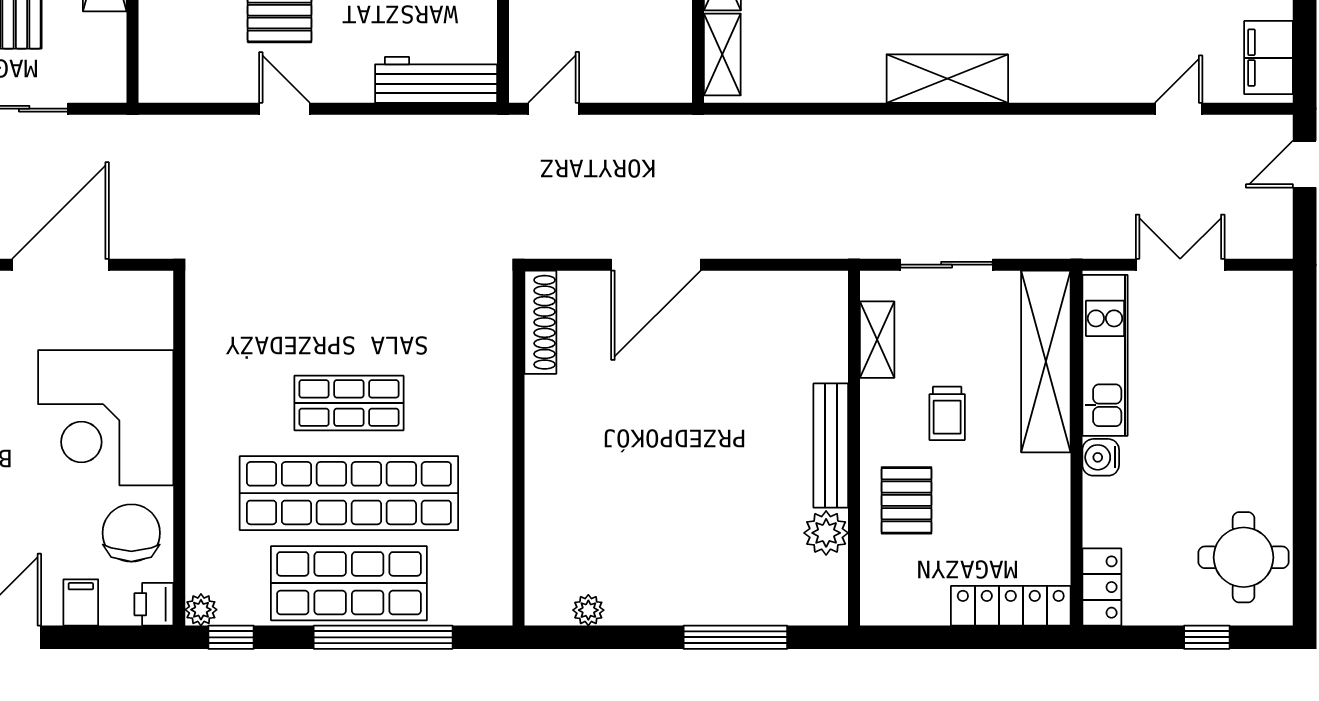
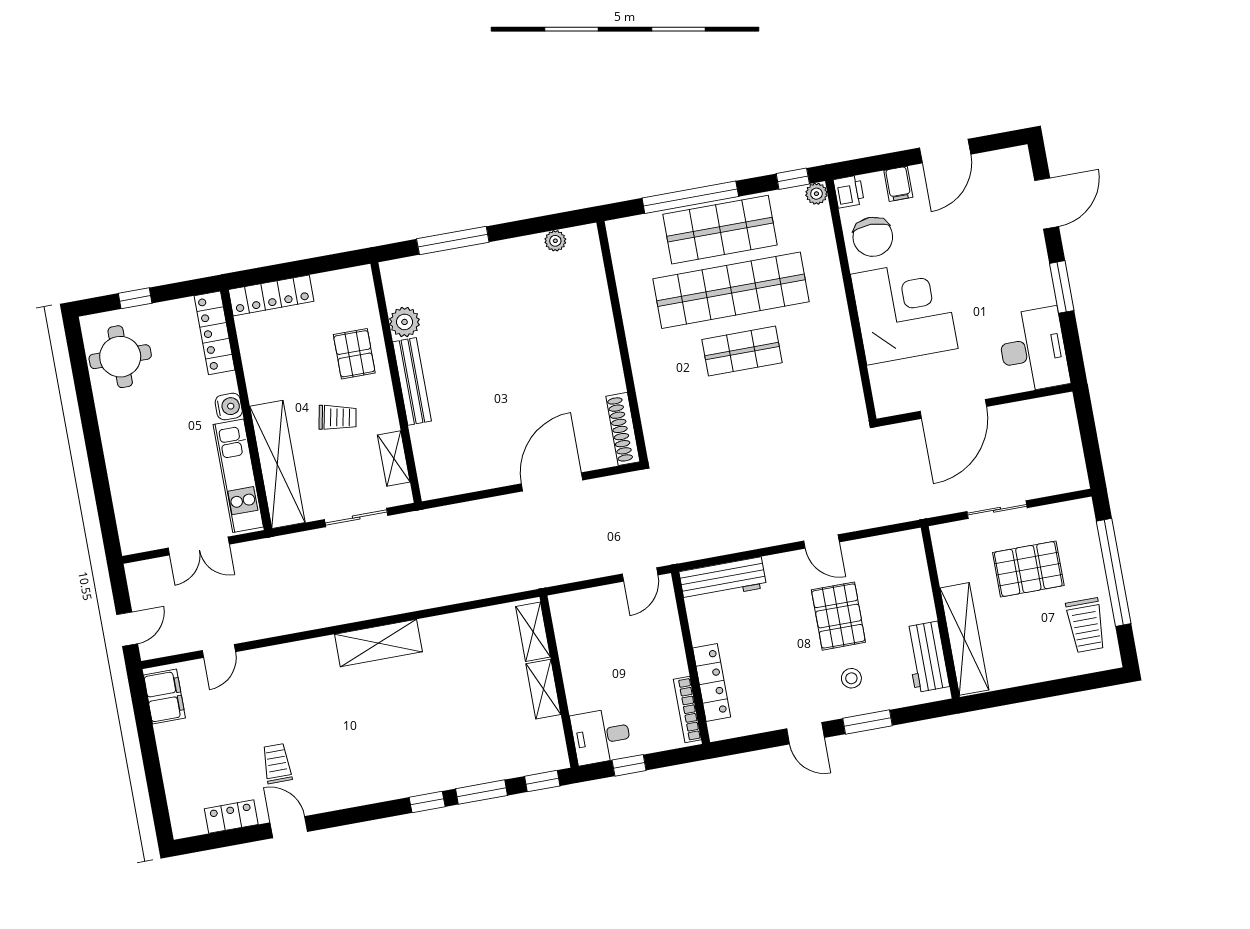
trolley: (947, 413) -> (338, 417), turned 101
locker: (1102, 587) -> (215, 333), width x1.53

